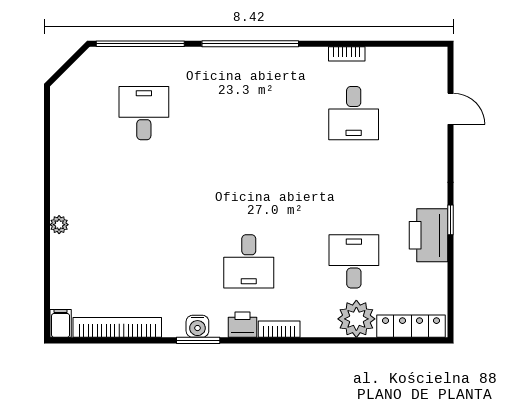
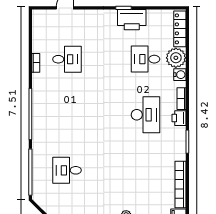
desk: (249, 261) -> (146, 115), width x1.37
water cooler: (197, 326) -> (180, 75), moved

